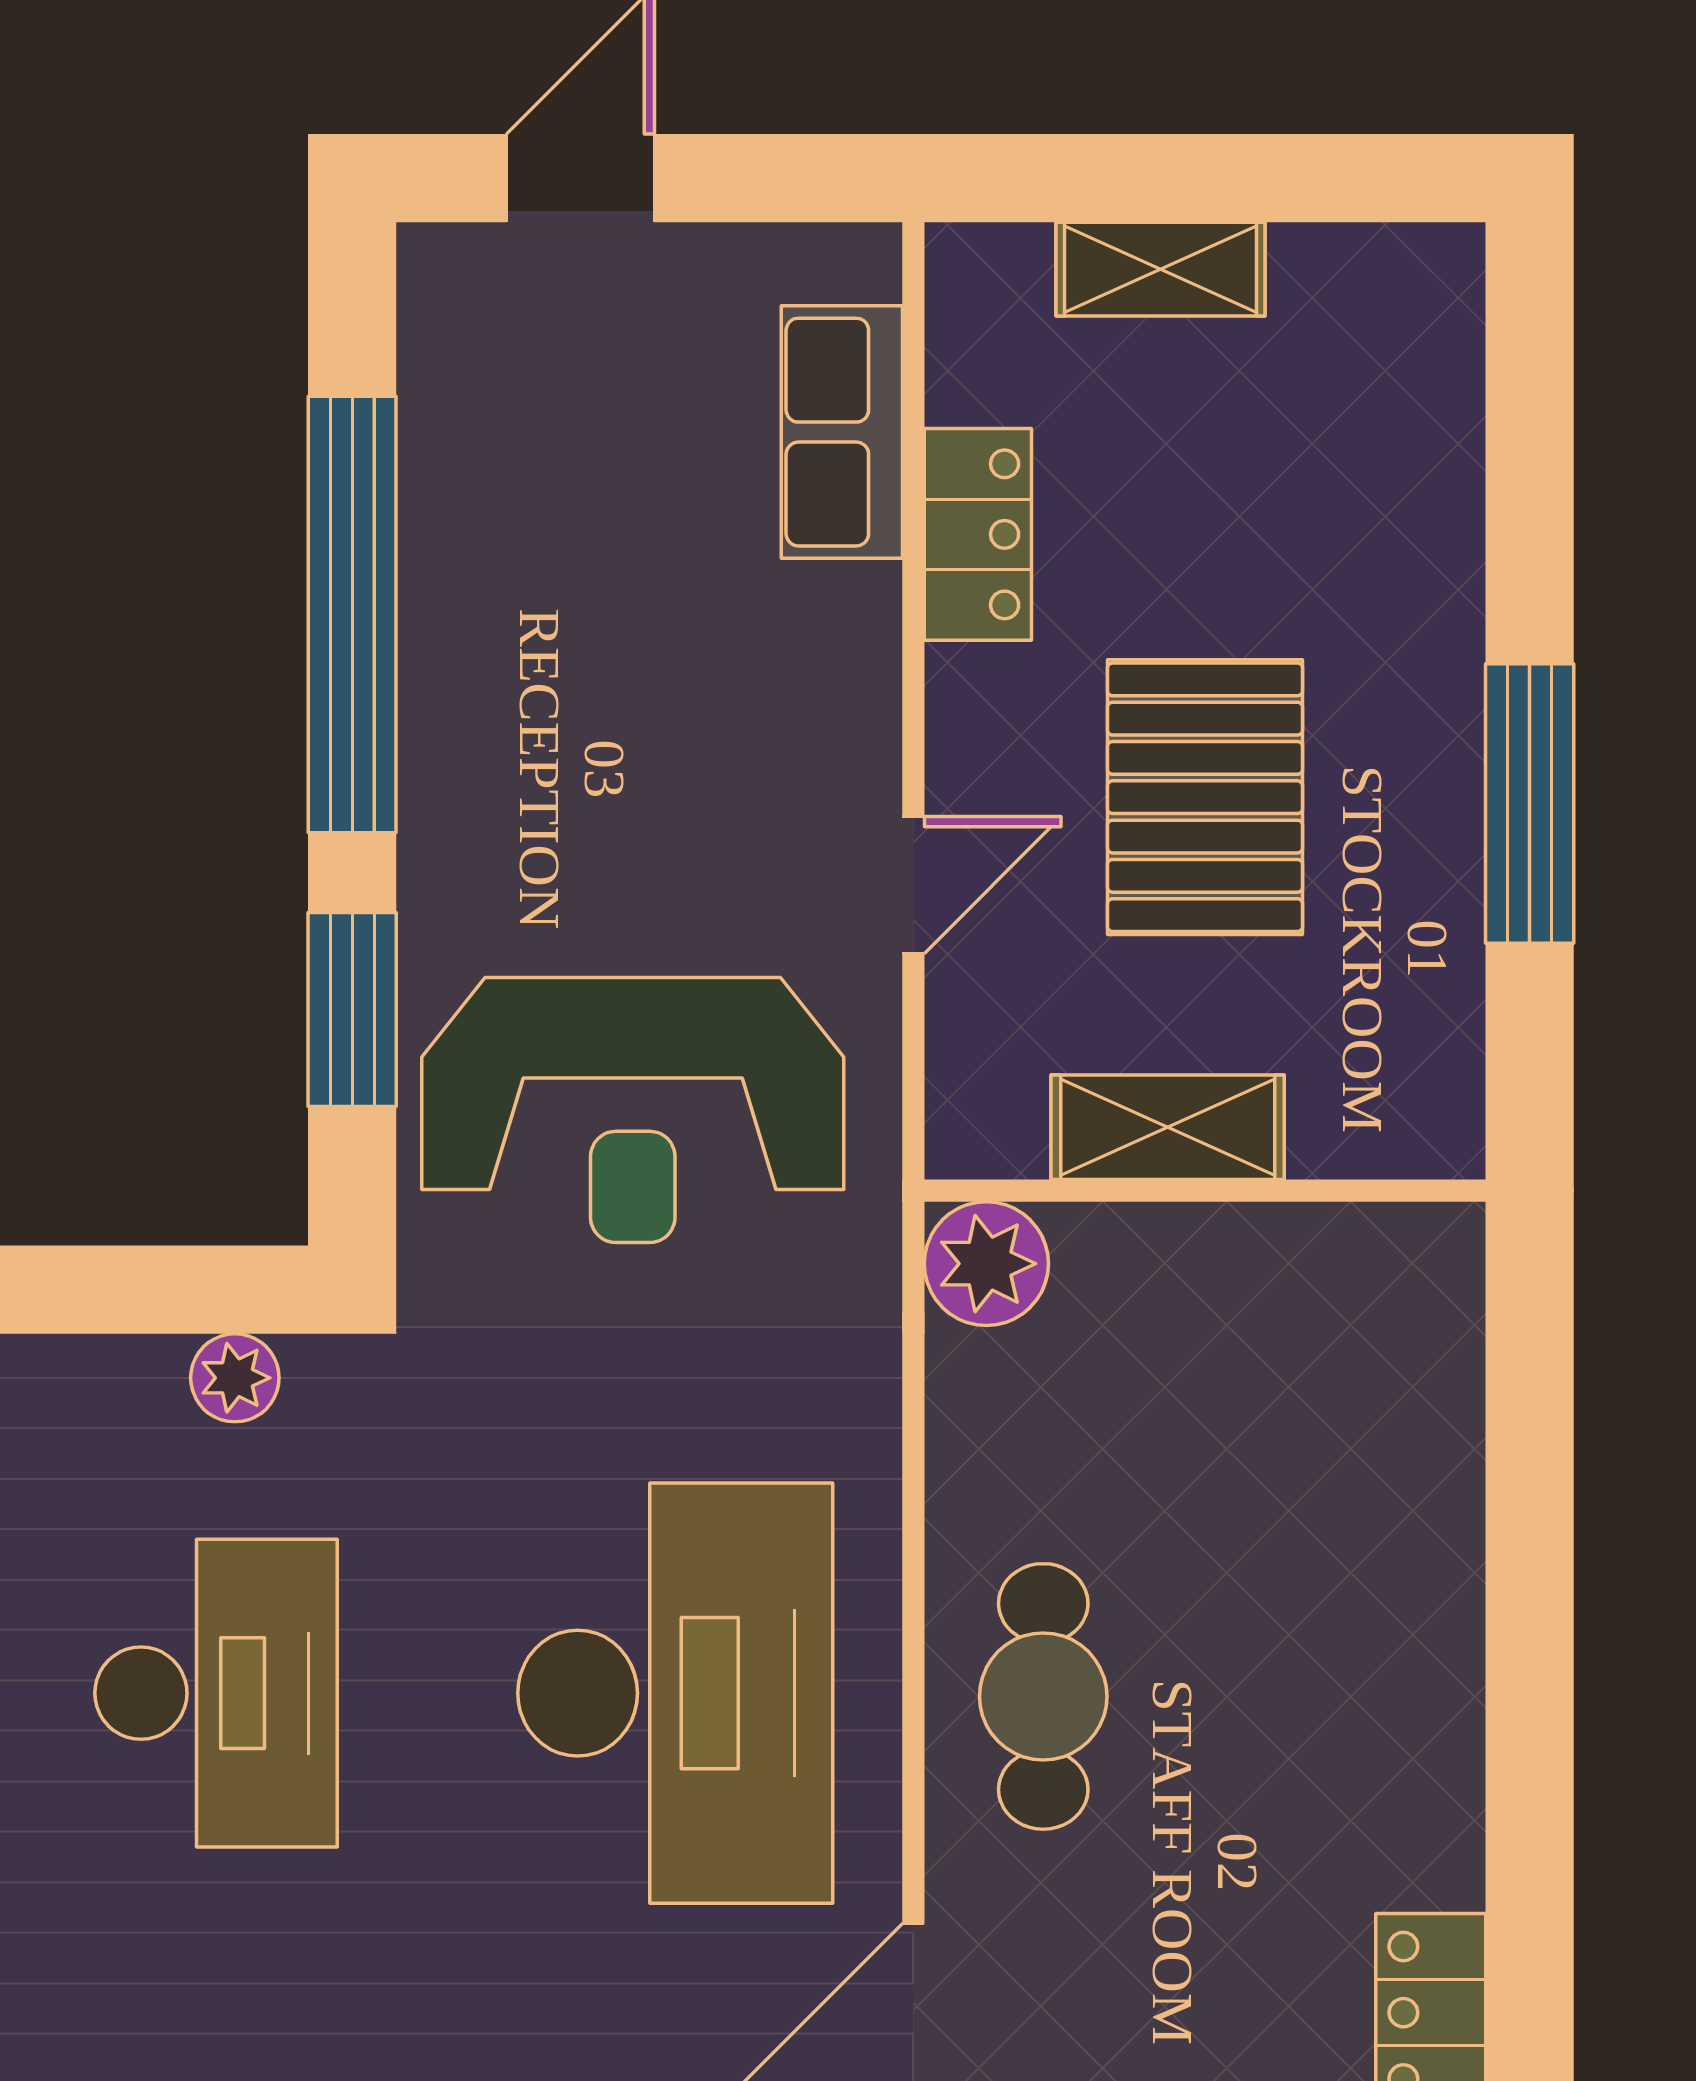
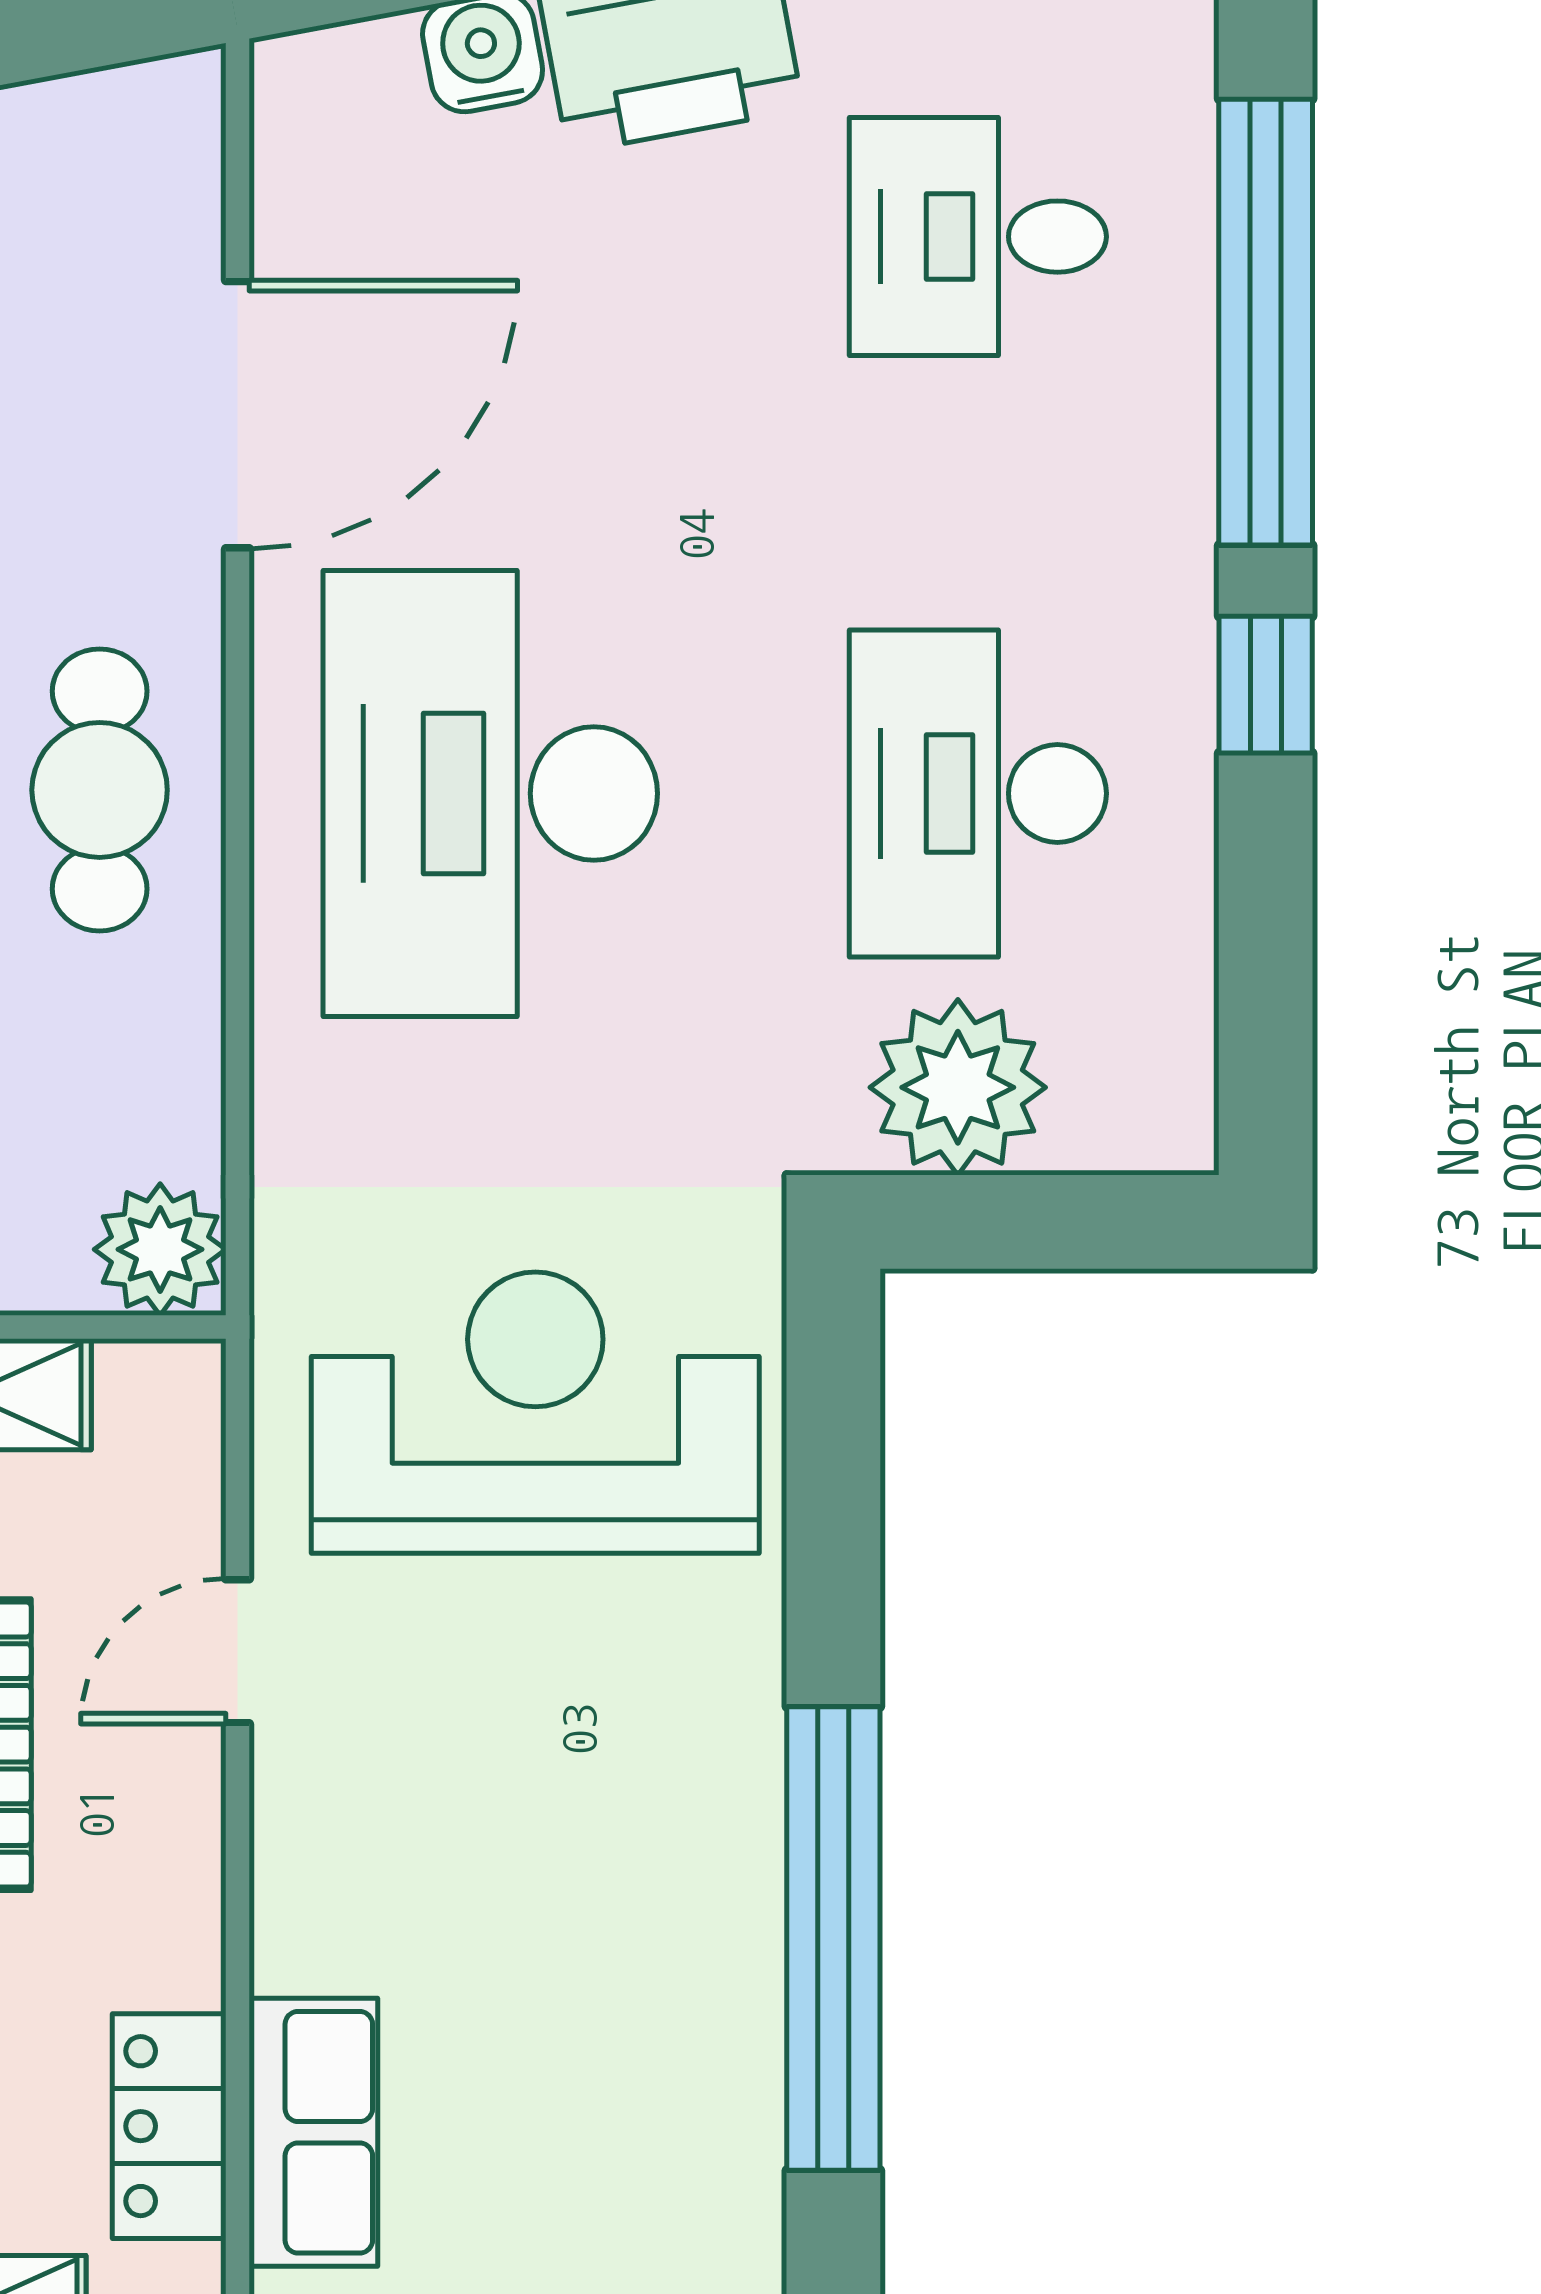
locker: (978, 534) -> (169, 2126), moved
window: (352, 1009) -> (833, 1519), removed
plant: (235, 1378) -> (958, 1087), width x1.88, depth x1.88

